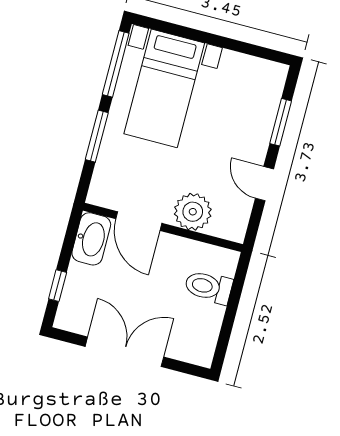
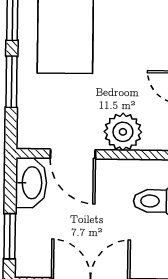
window: (58, 286) -> (10, 236), width x1.50

